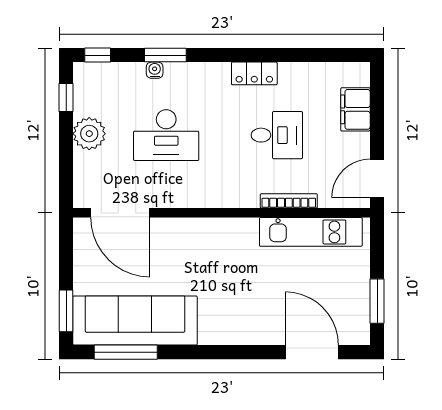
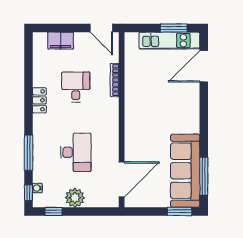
window: (165, 55) -> (28, 153), width x1.44
water cooler: (155, 70) -> (37, 188), moved
kitchen unit: (311, 232) -> (169, 41), moved, turned 90

